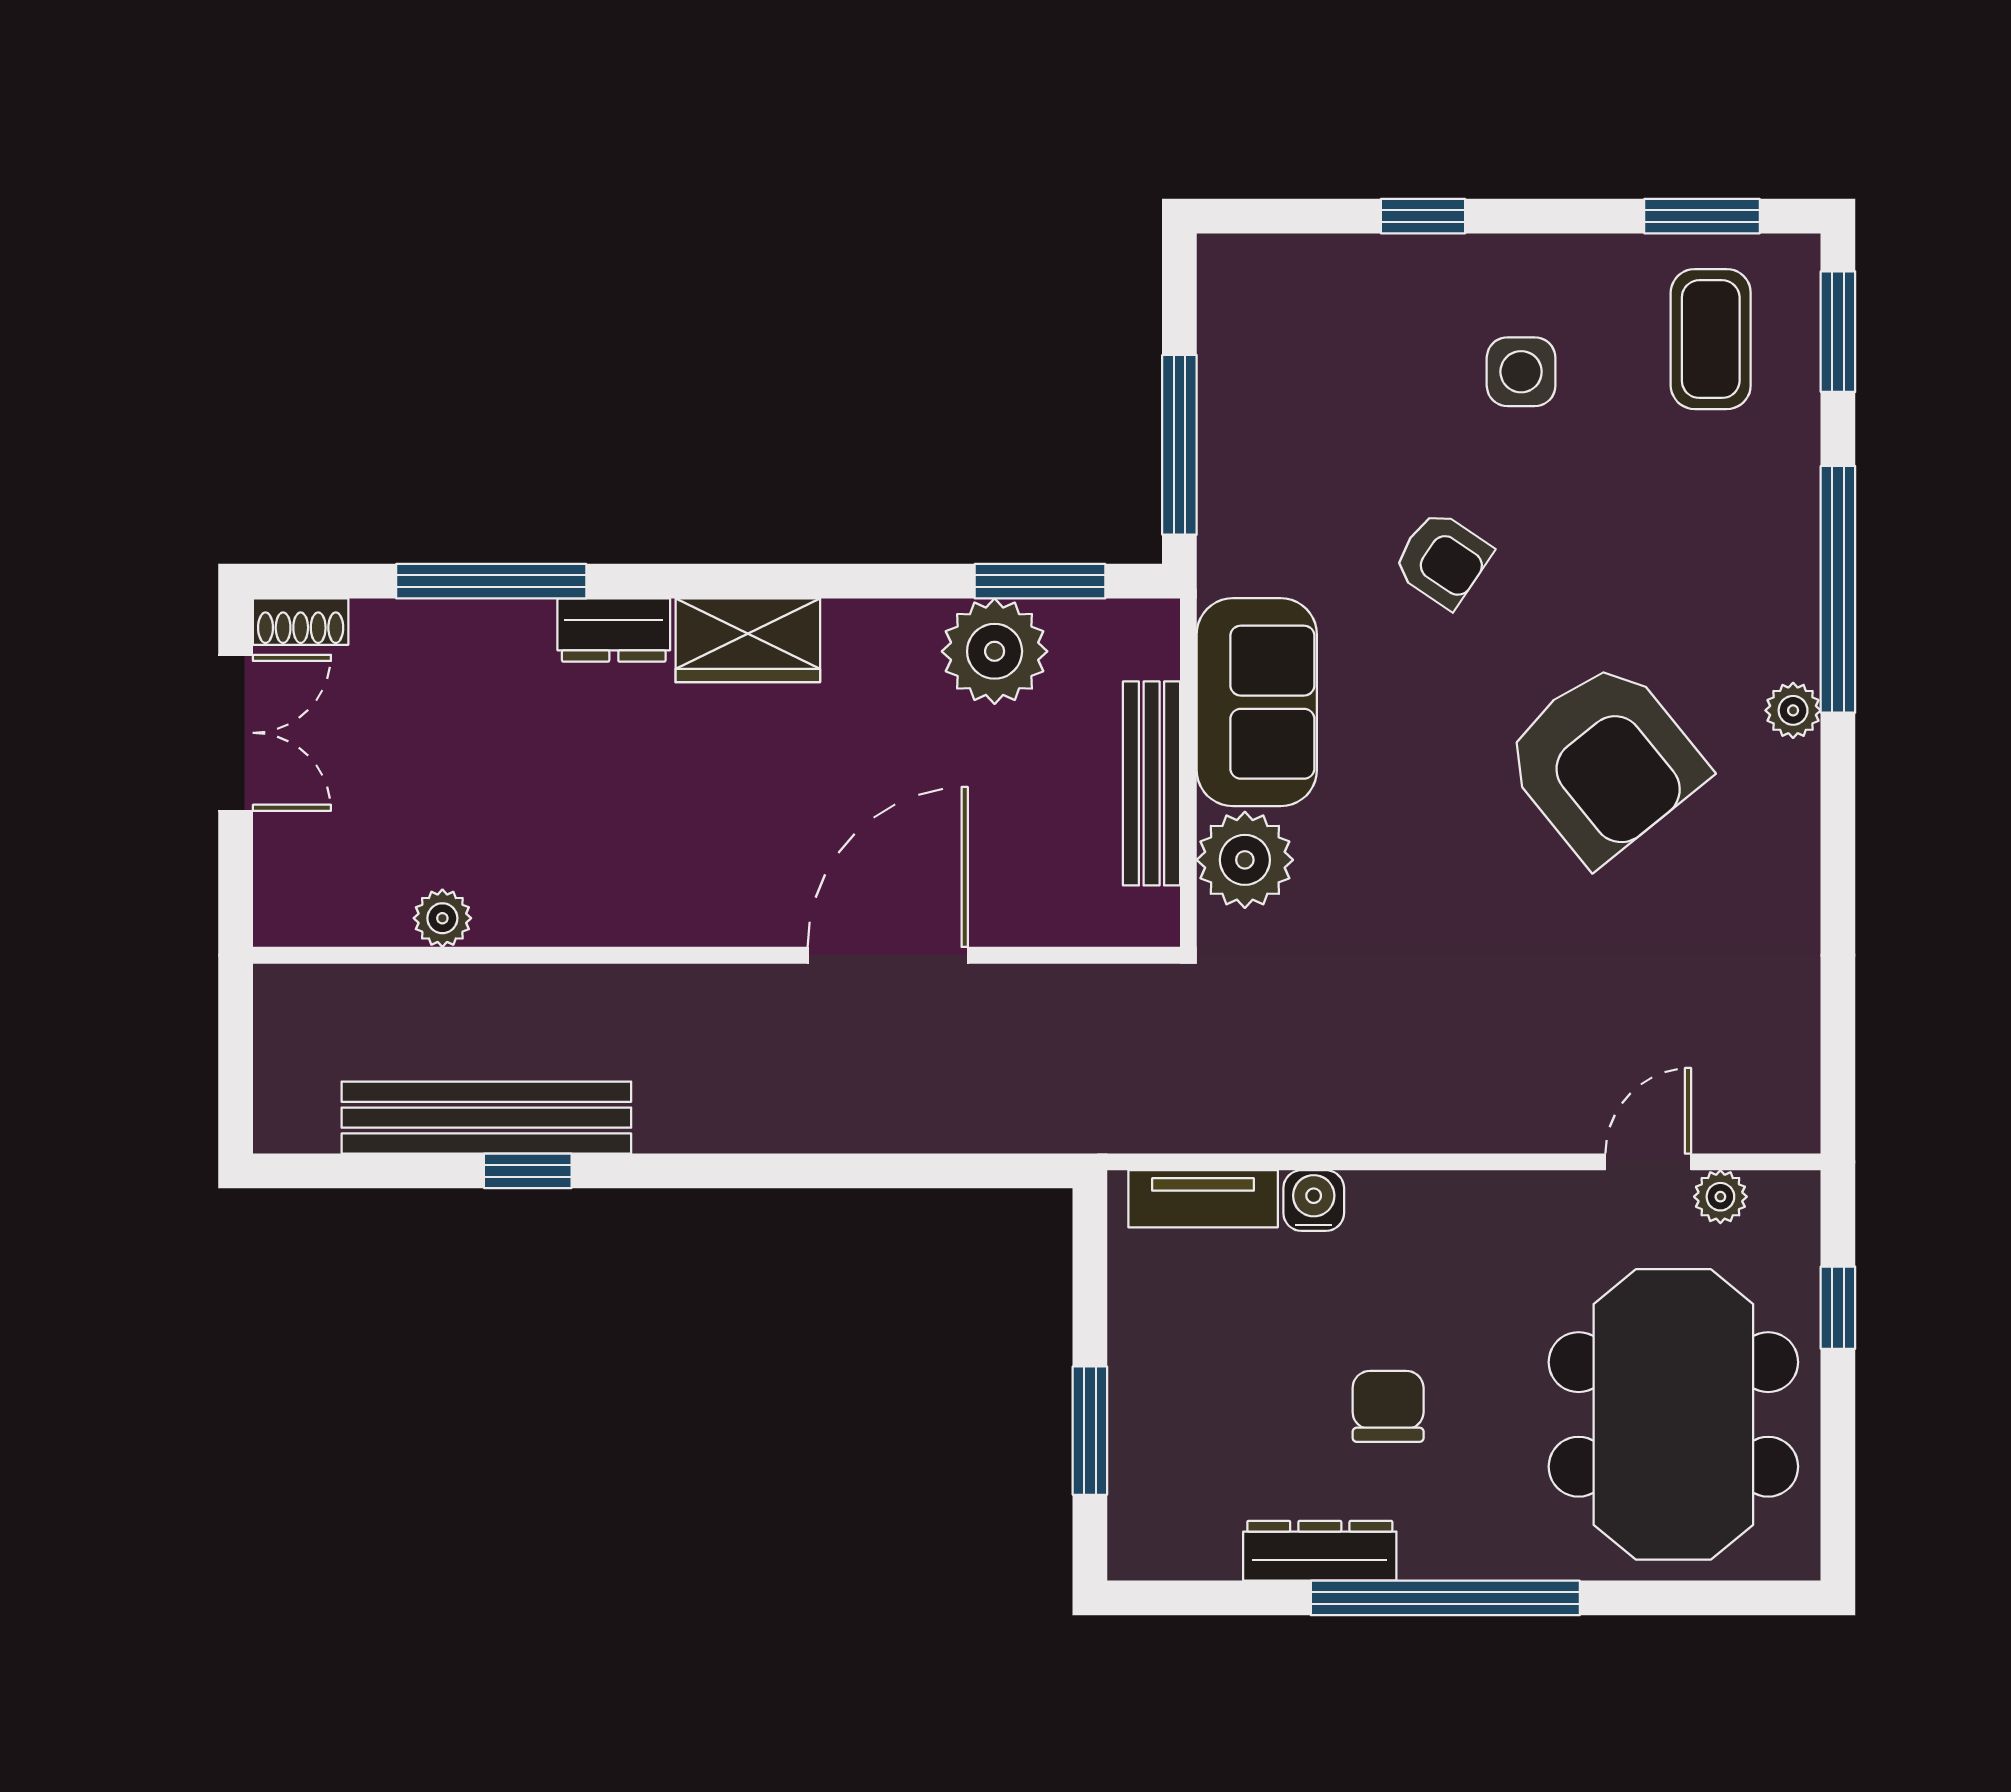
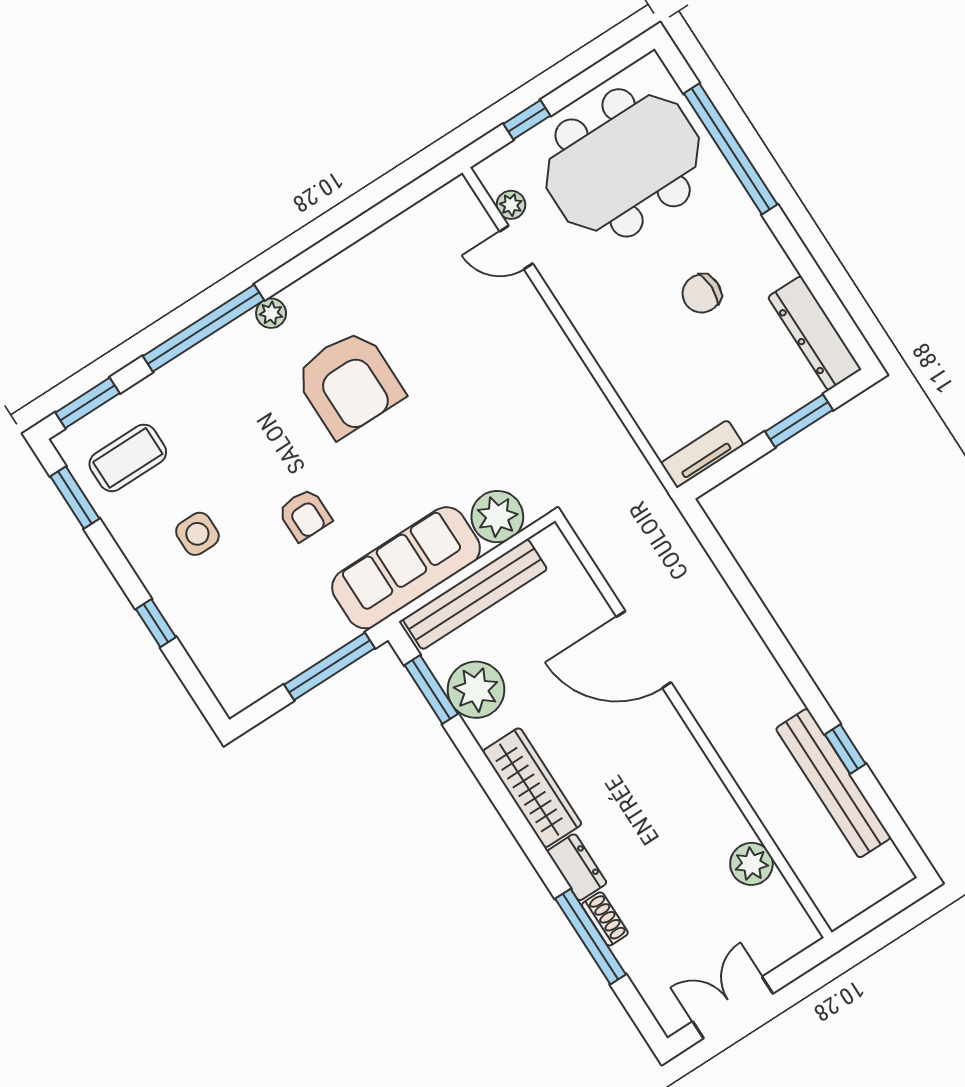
armchair: (1442, 559) -> (305, 515), turned 146
shoe rack: (301, 622) -> (605, 919), moved
wardrobe: (748, 640) -> (532, 788), width x1.50
sofa: (1257, 702) -> (406, 568), width x1.36
armchair: (1604, 762) -> (349, 383), turned 129
bench: (1152, 783) -> (475, 594), width x1.37, depth x1.21
plant: (442, 918) -> (751, 864), width x1.38, depth x1.38
tv unit: (1203, 1199) -> (702, 454), moved, turned -90
water cooler: (1314, 1201) -> (631, 387), removed
dresser: (1320, 1551) -> (815, 333), moved, width x1.37, depth x1.24
window: (1445, 1598) -> (731, 149), moved

